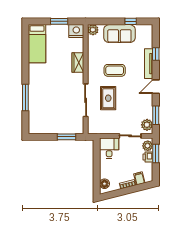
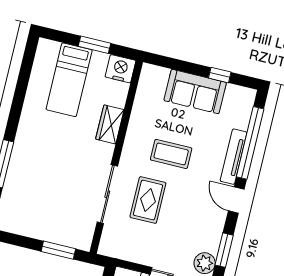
plant: (93, 30) -> (150, 74), removed
bed: (37, 44) -> (69, 80), moved
window: (156, 54) -> (250, 143), width x3.17
door: (156, 87) -> (236, 200), hinge flipped

